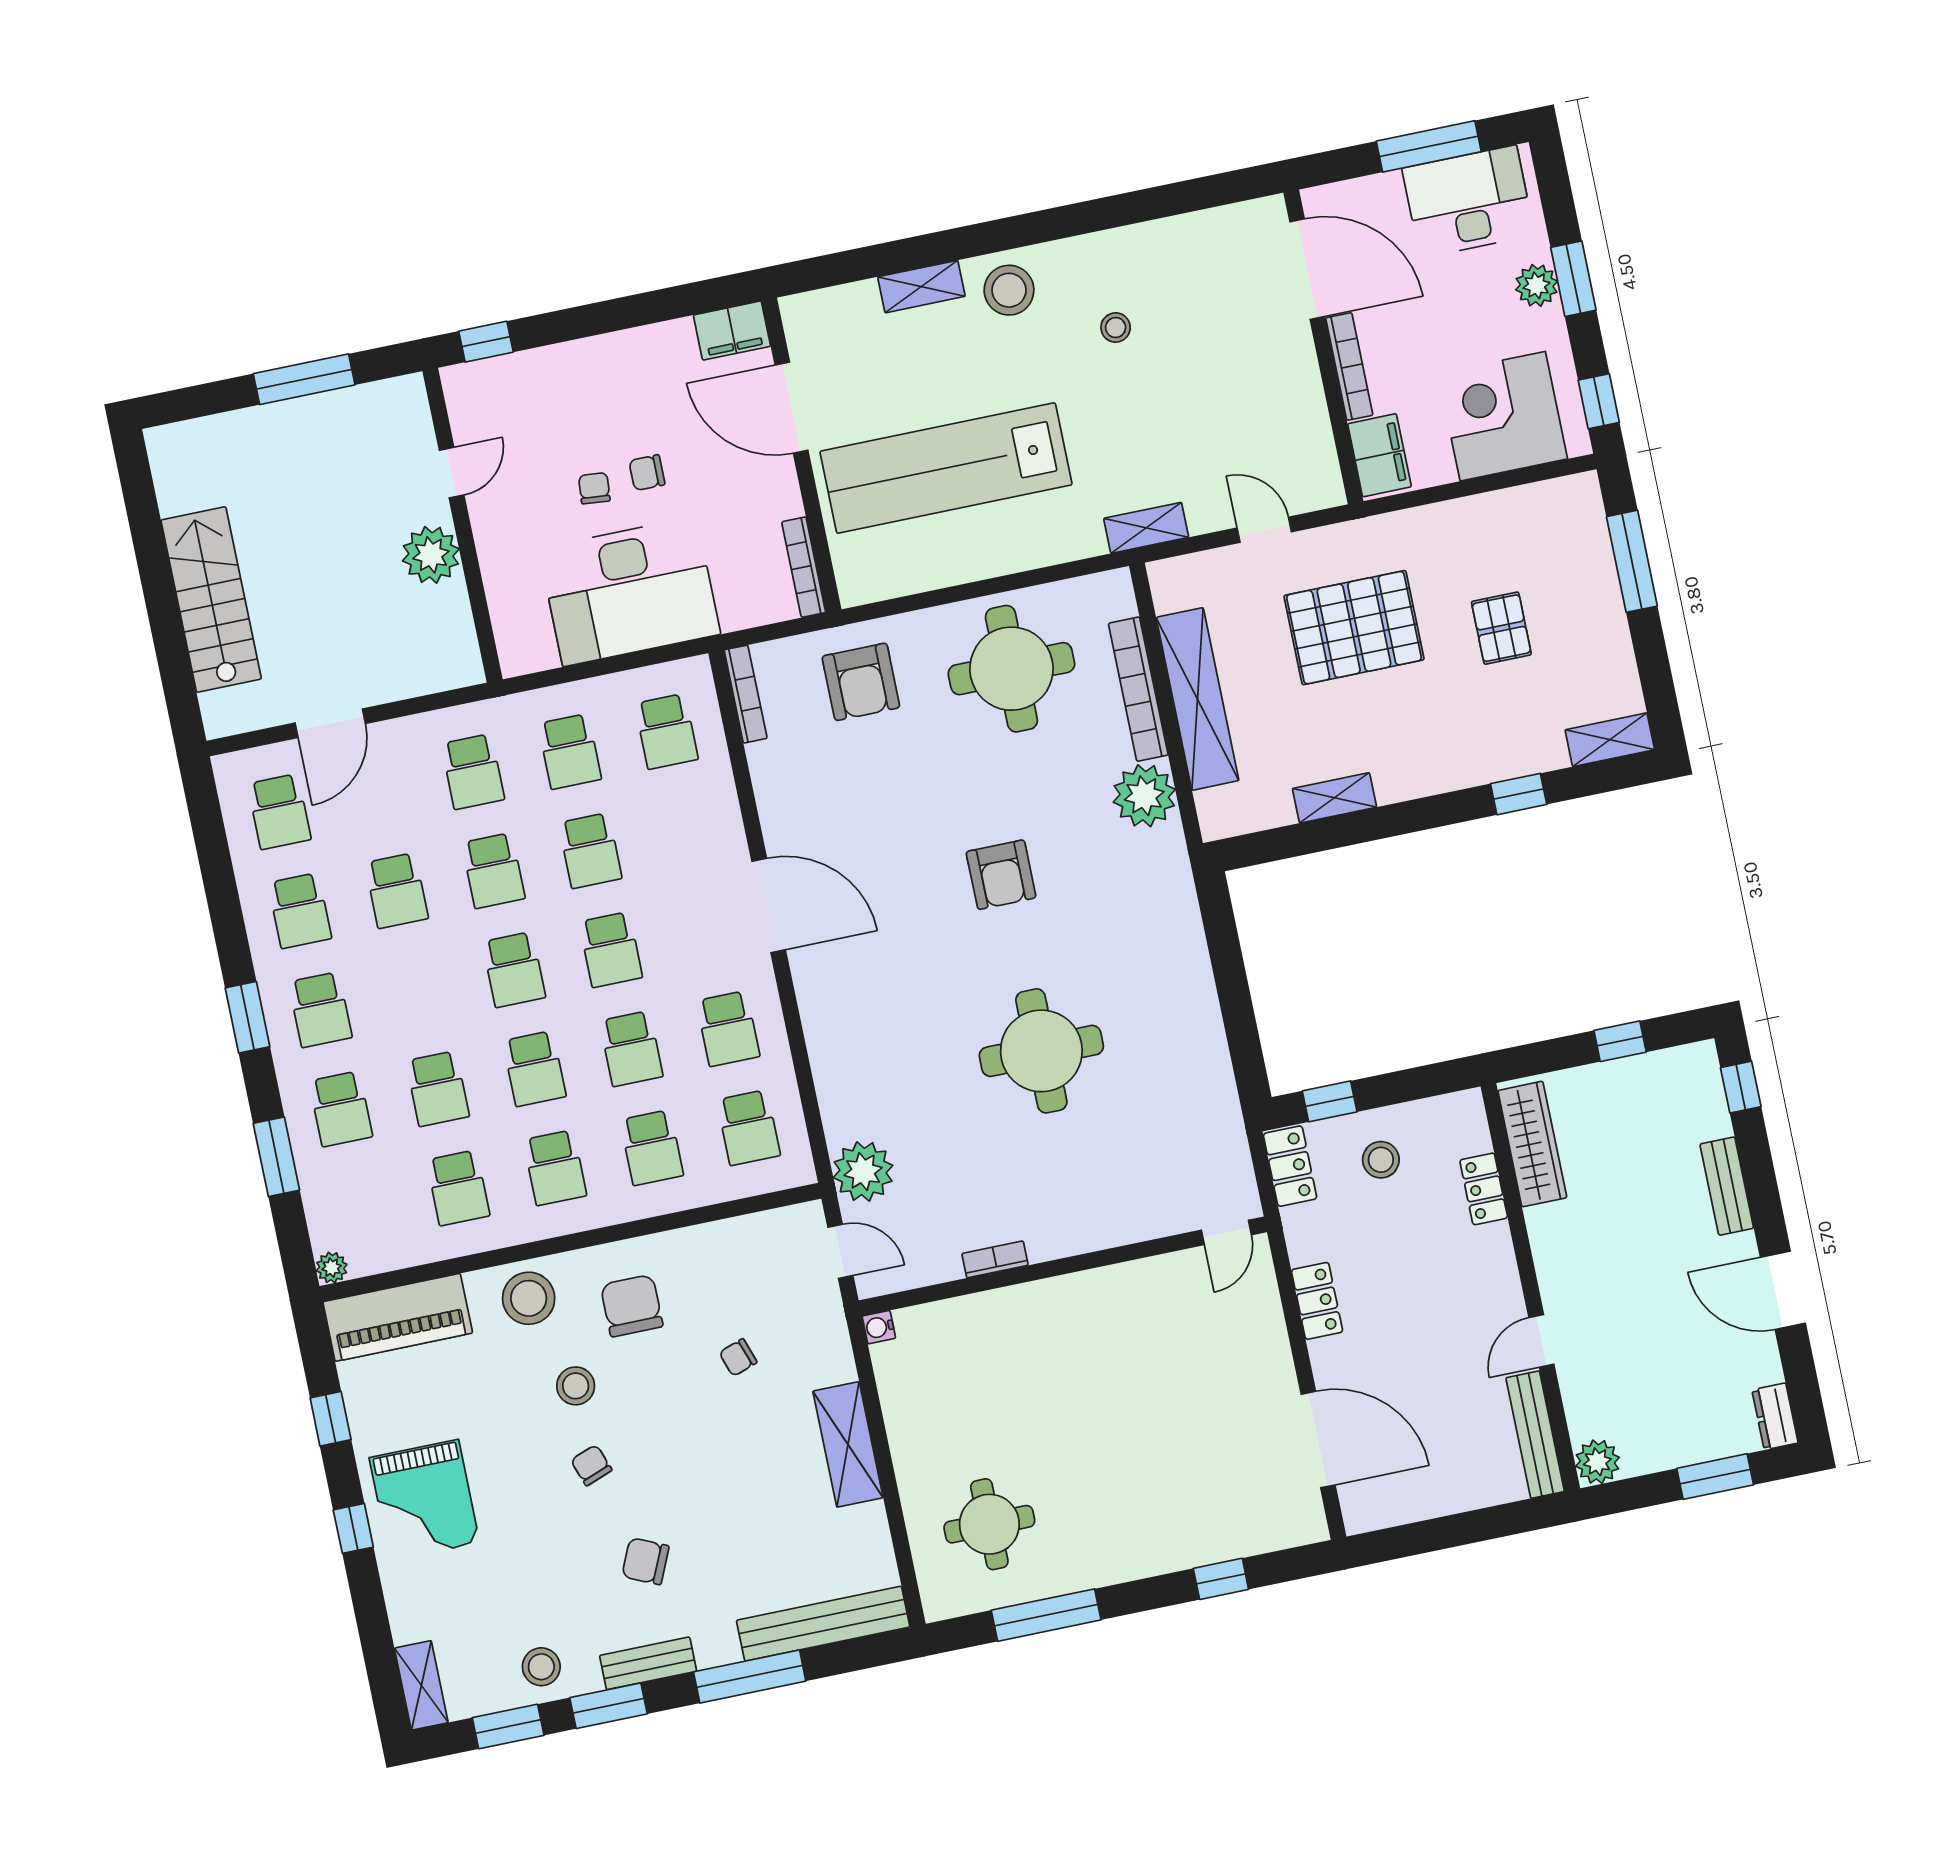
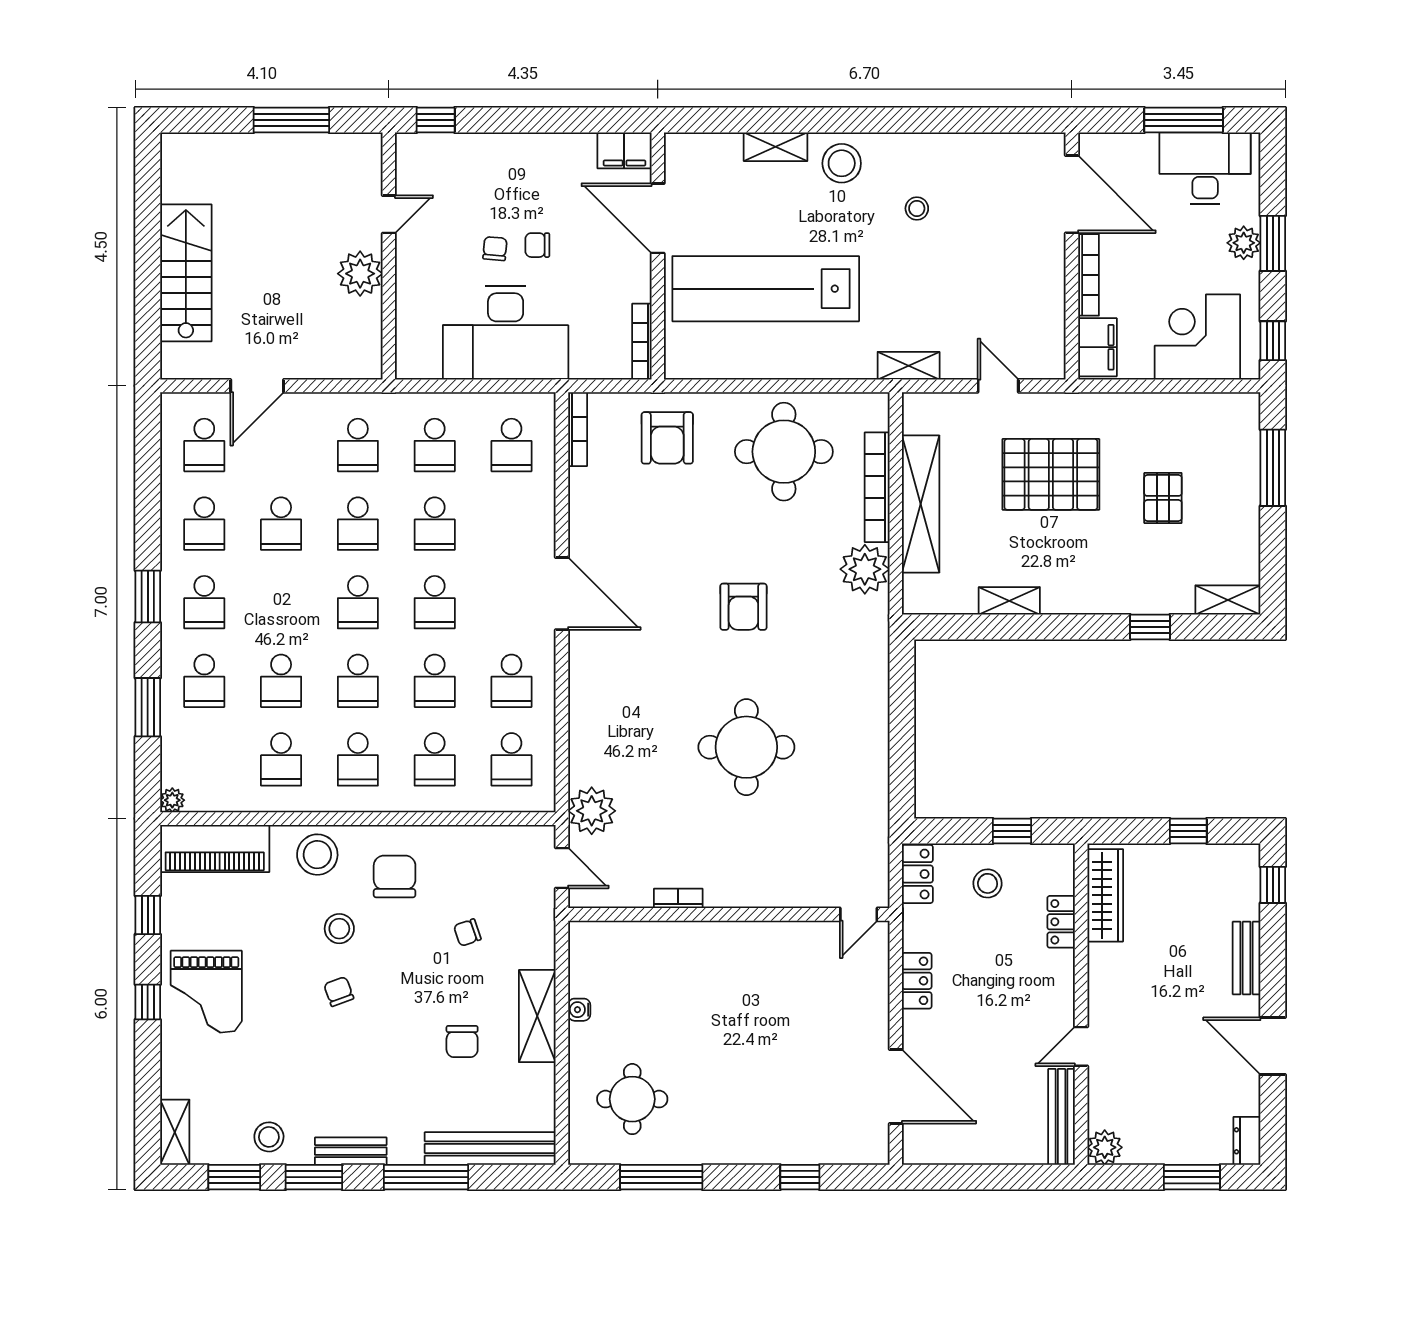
window: (1330, 1101) -> (1012, 831), moved
water cooler: (879, 1327) -> (579, 1010), moved
chair: (645, 1561) -> (462, 1042), moved, turned -114

